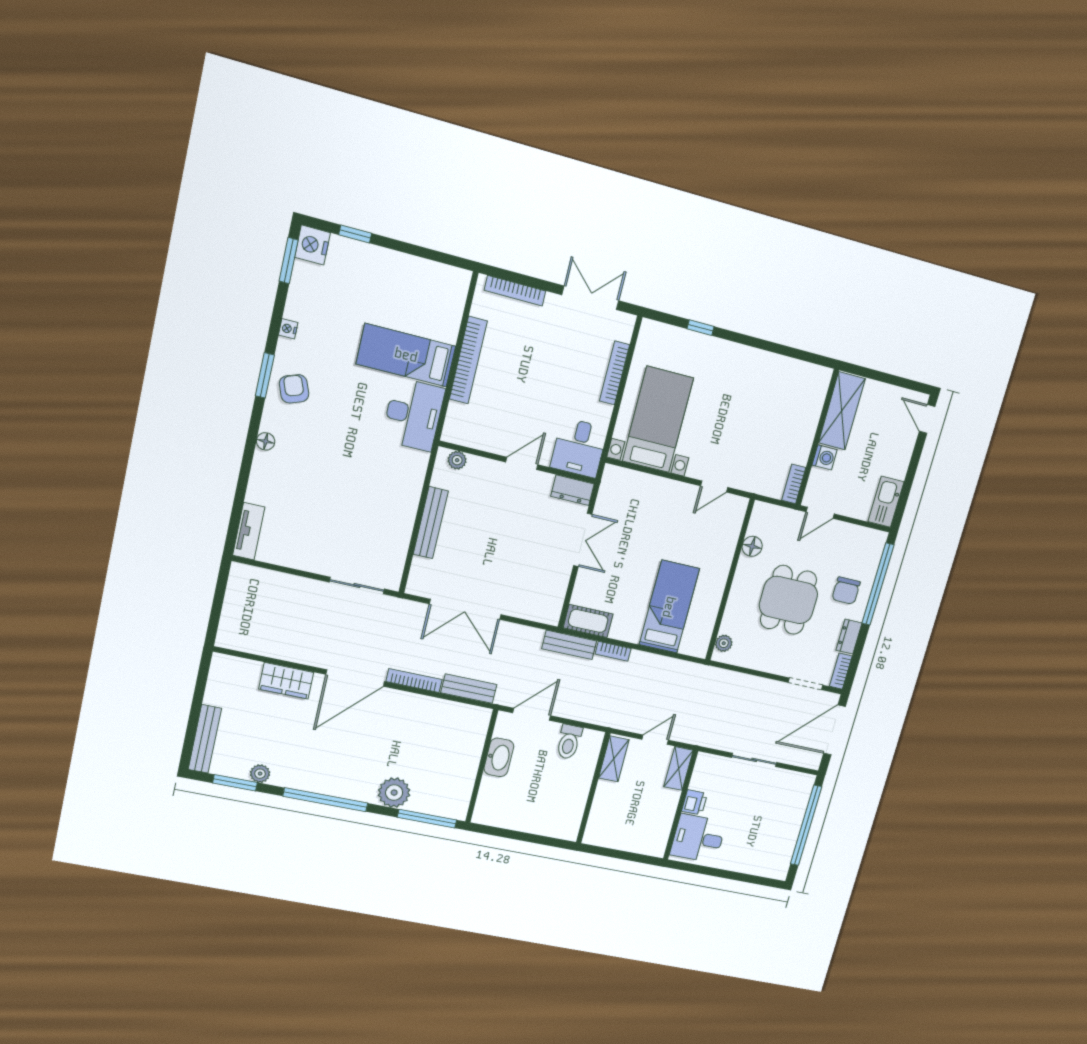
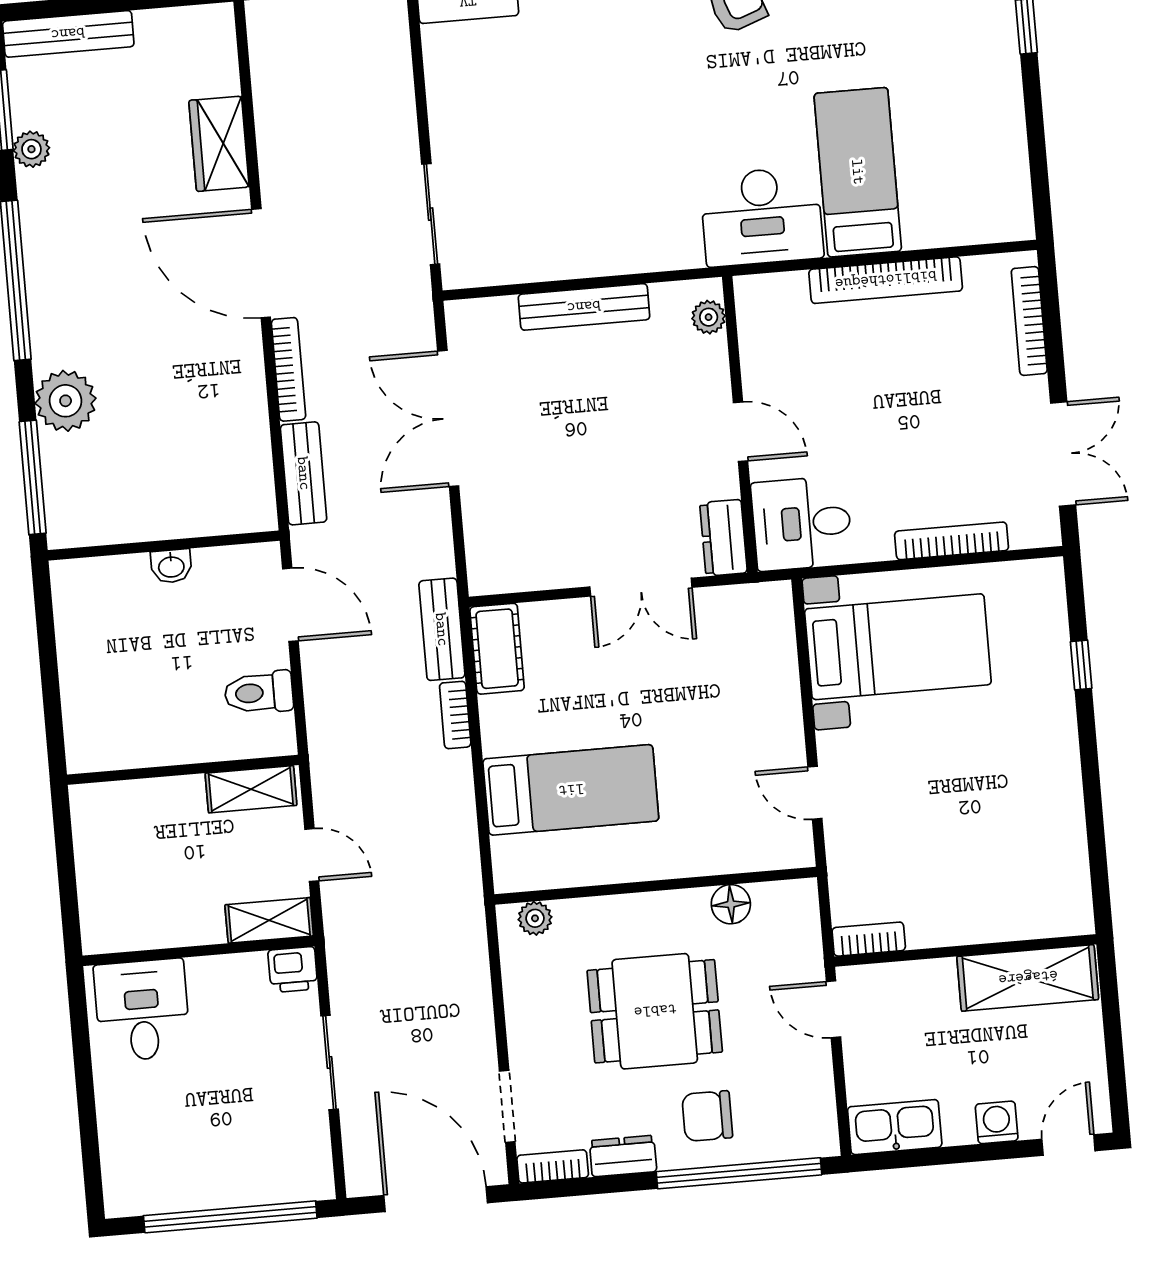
washing machine: (825, 457) -> (997, 1122), moved, turned 180
washbasin: (499, 757) -> (171, 566), width x0.52, depth x0.69
printer: (695, 802) -> (293, 970), moved

